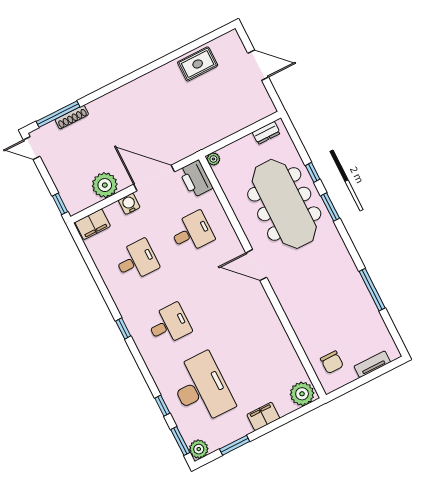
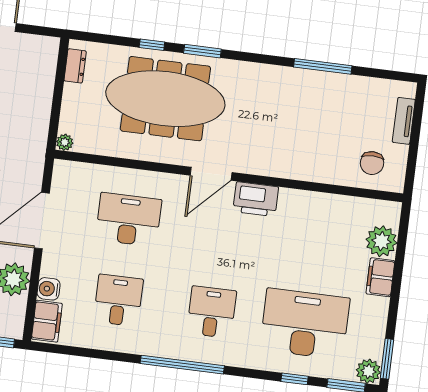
printer: (196, 179) -> (256, 199), moved
water cooler: (129, 204) -> (49, 289), moved
desk: (192, 232) -> (129, 220), width x1.37
window: (123, 328) -> (182, 365), width x3.17
chair: (332, 362) -> (372, 163), turned 90
plant: (302, 394) -> (381, 241), moved
window: (235, 445) -> (387, 359), moved

